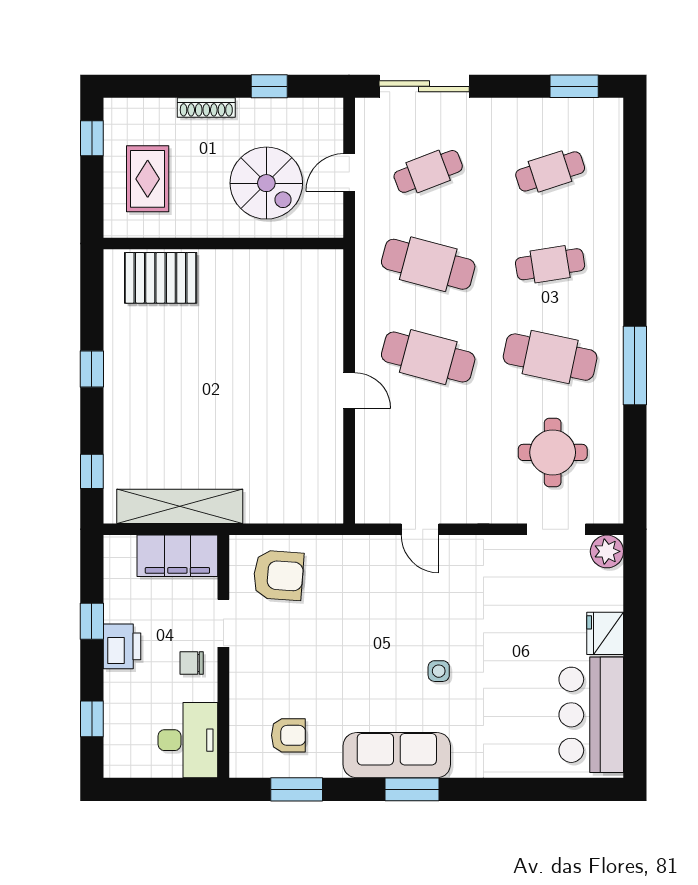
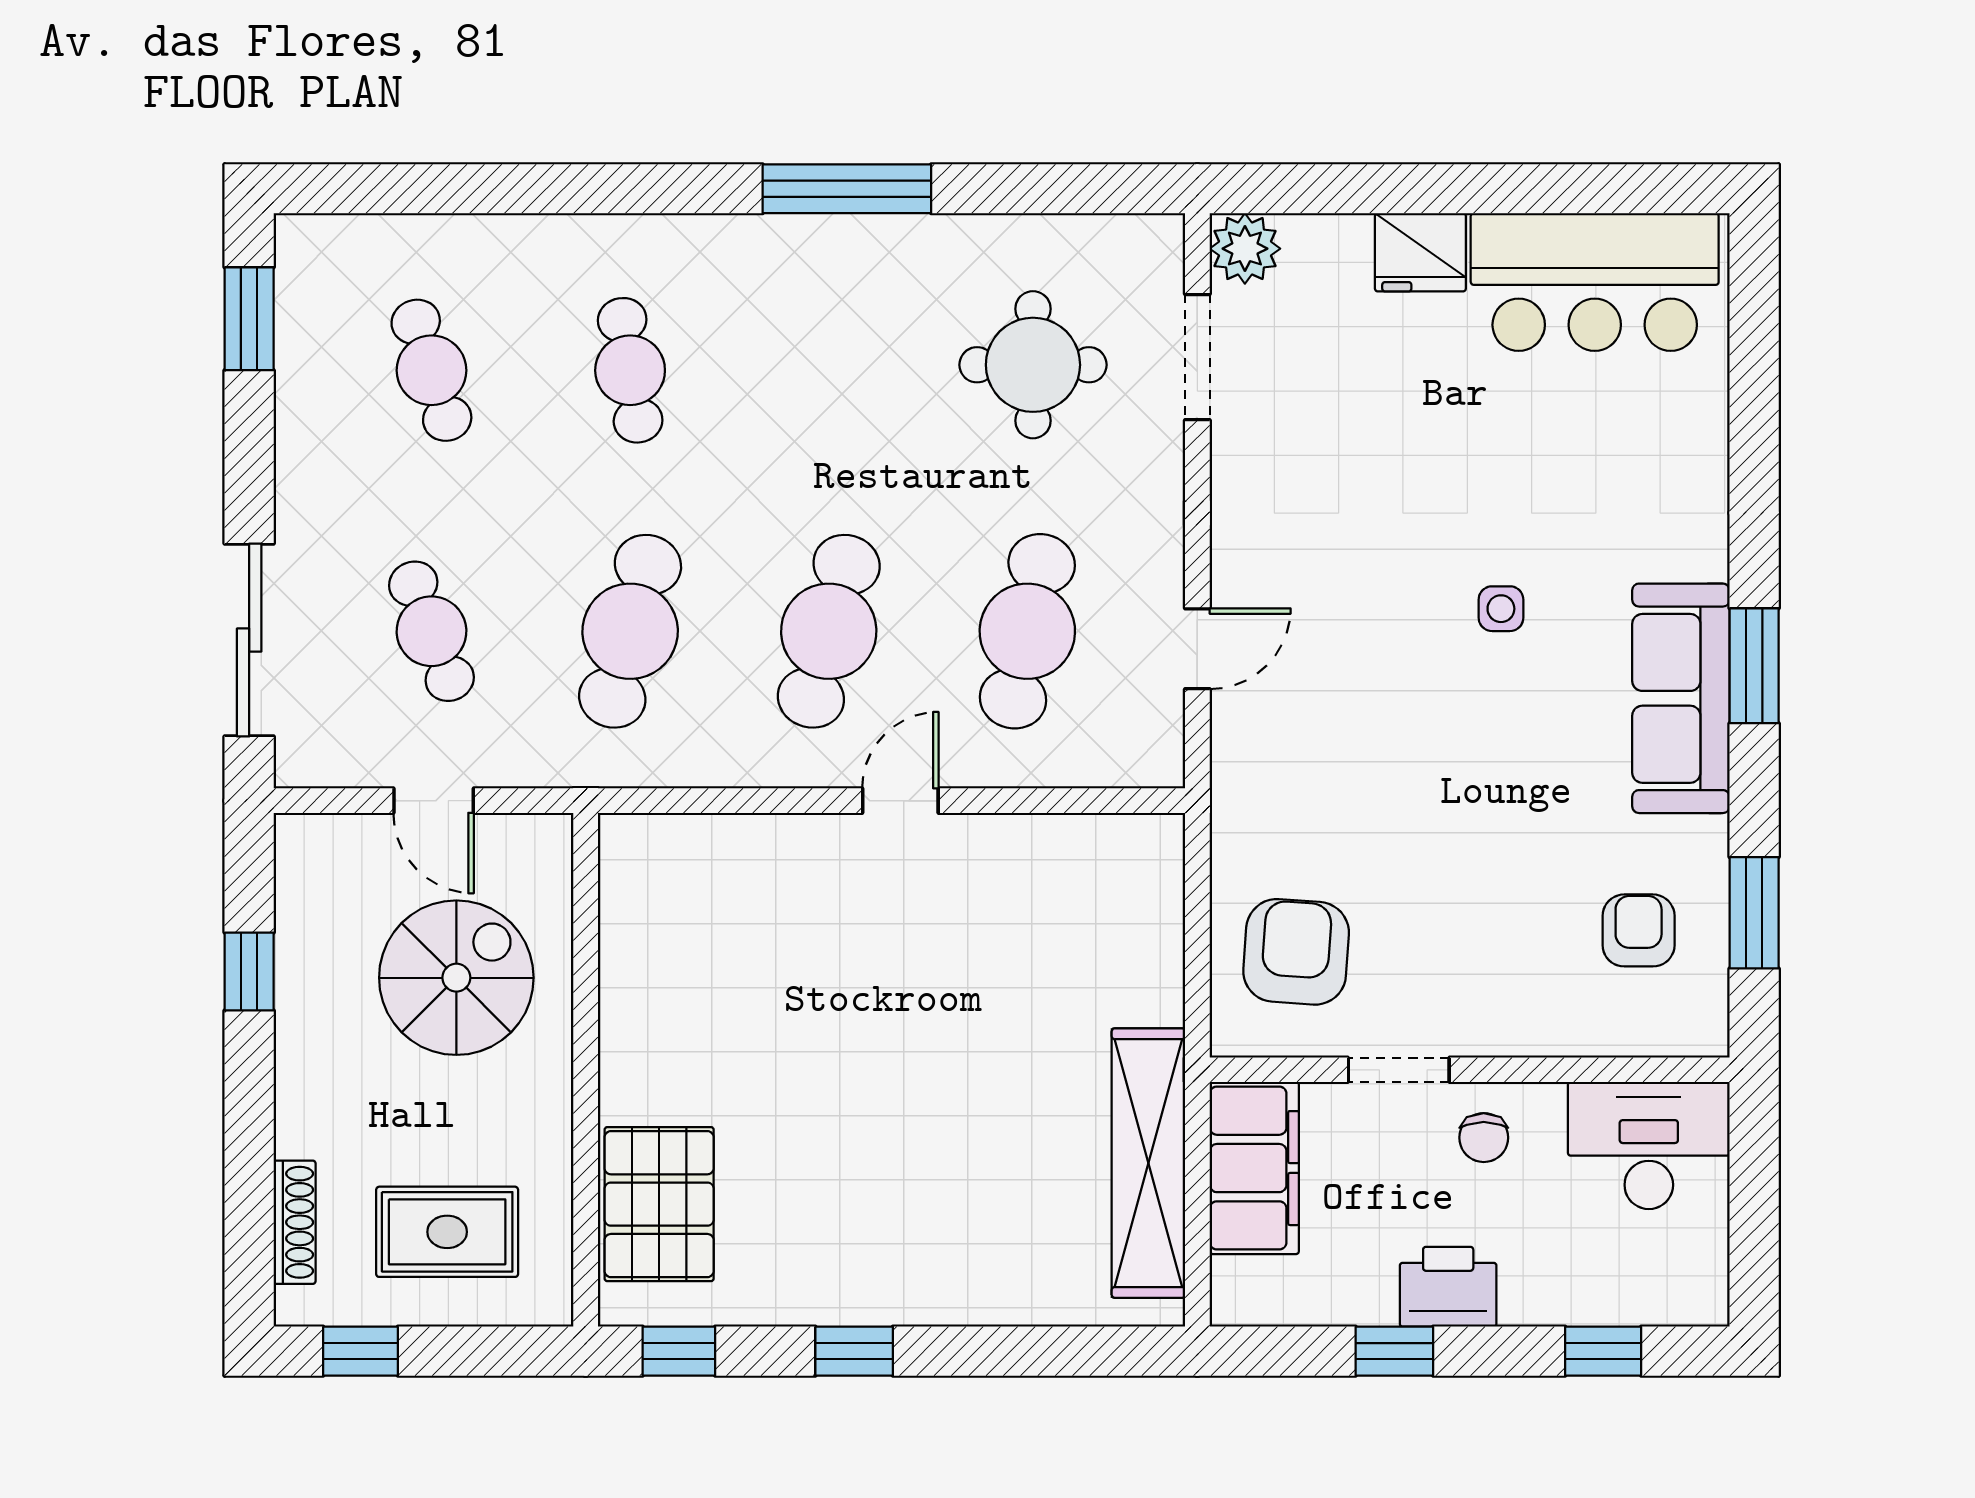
shoe rack: (206, 108) -> (295, 1222), moved
cafe table: (550, 357) -> (1027, 631), moved
window: (92, 471) -> (679, 1351), moved

